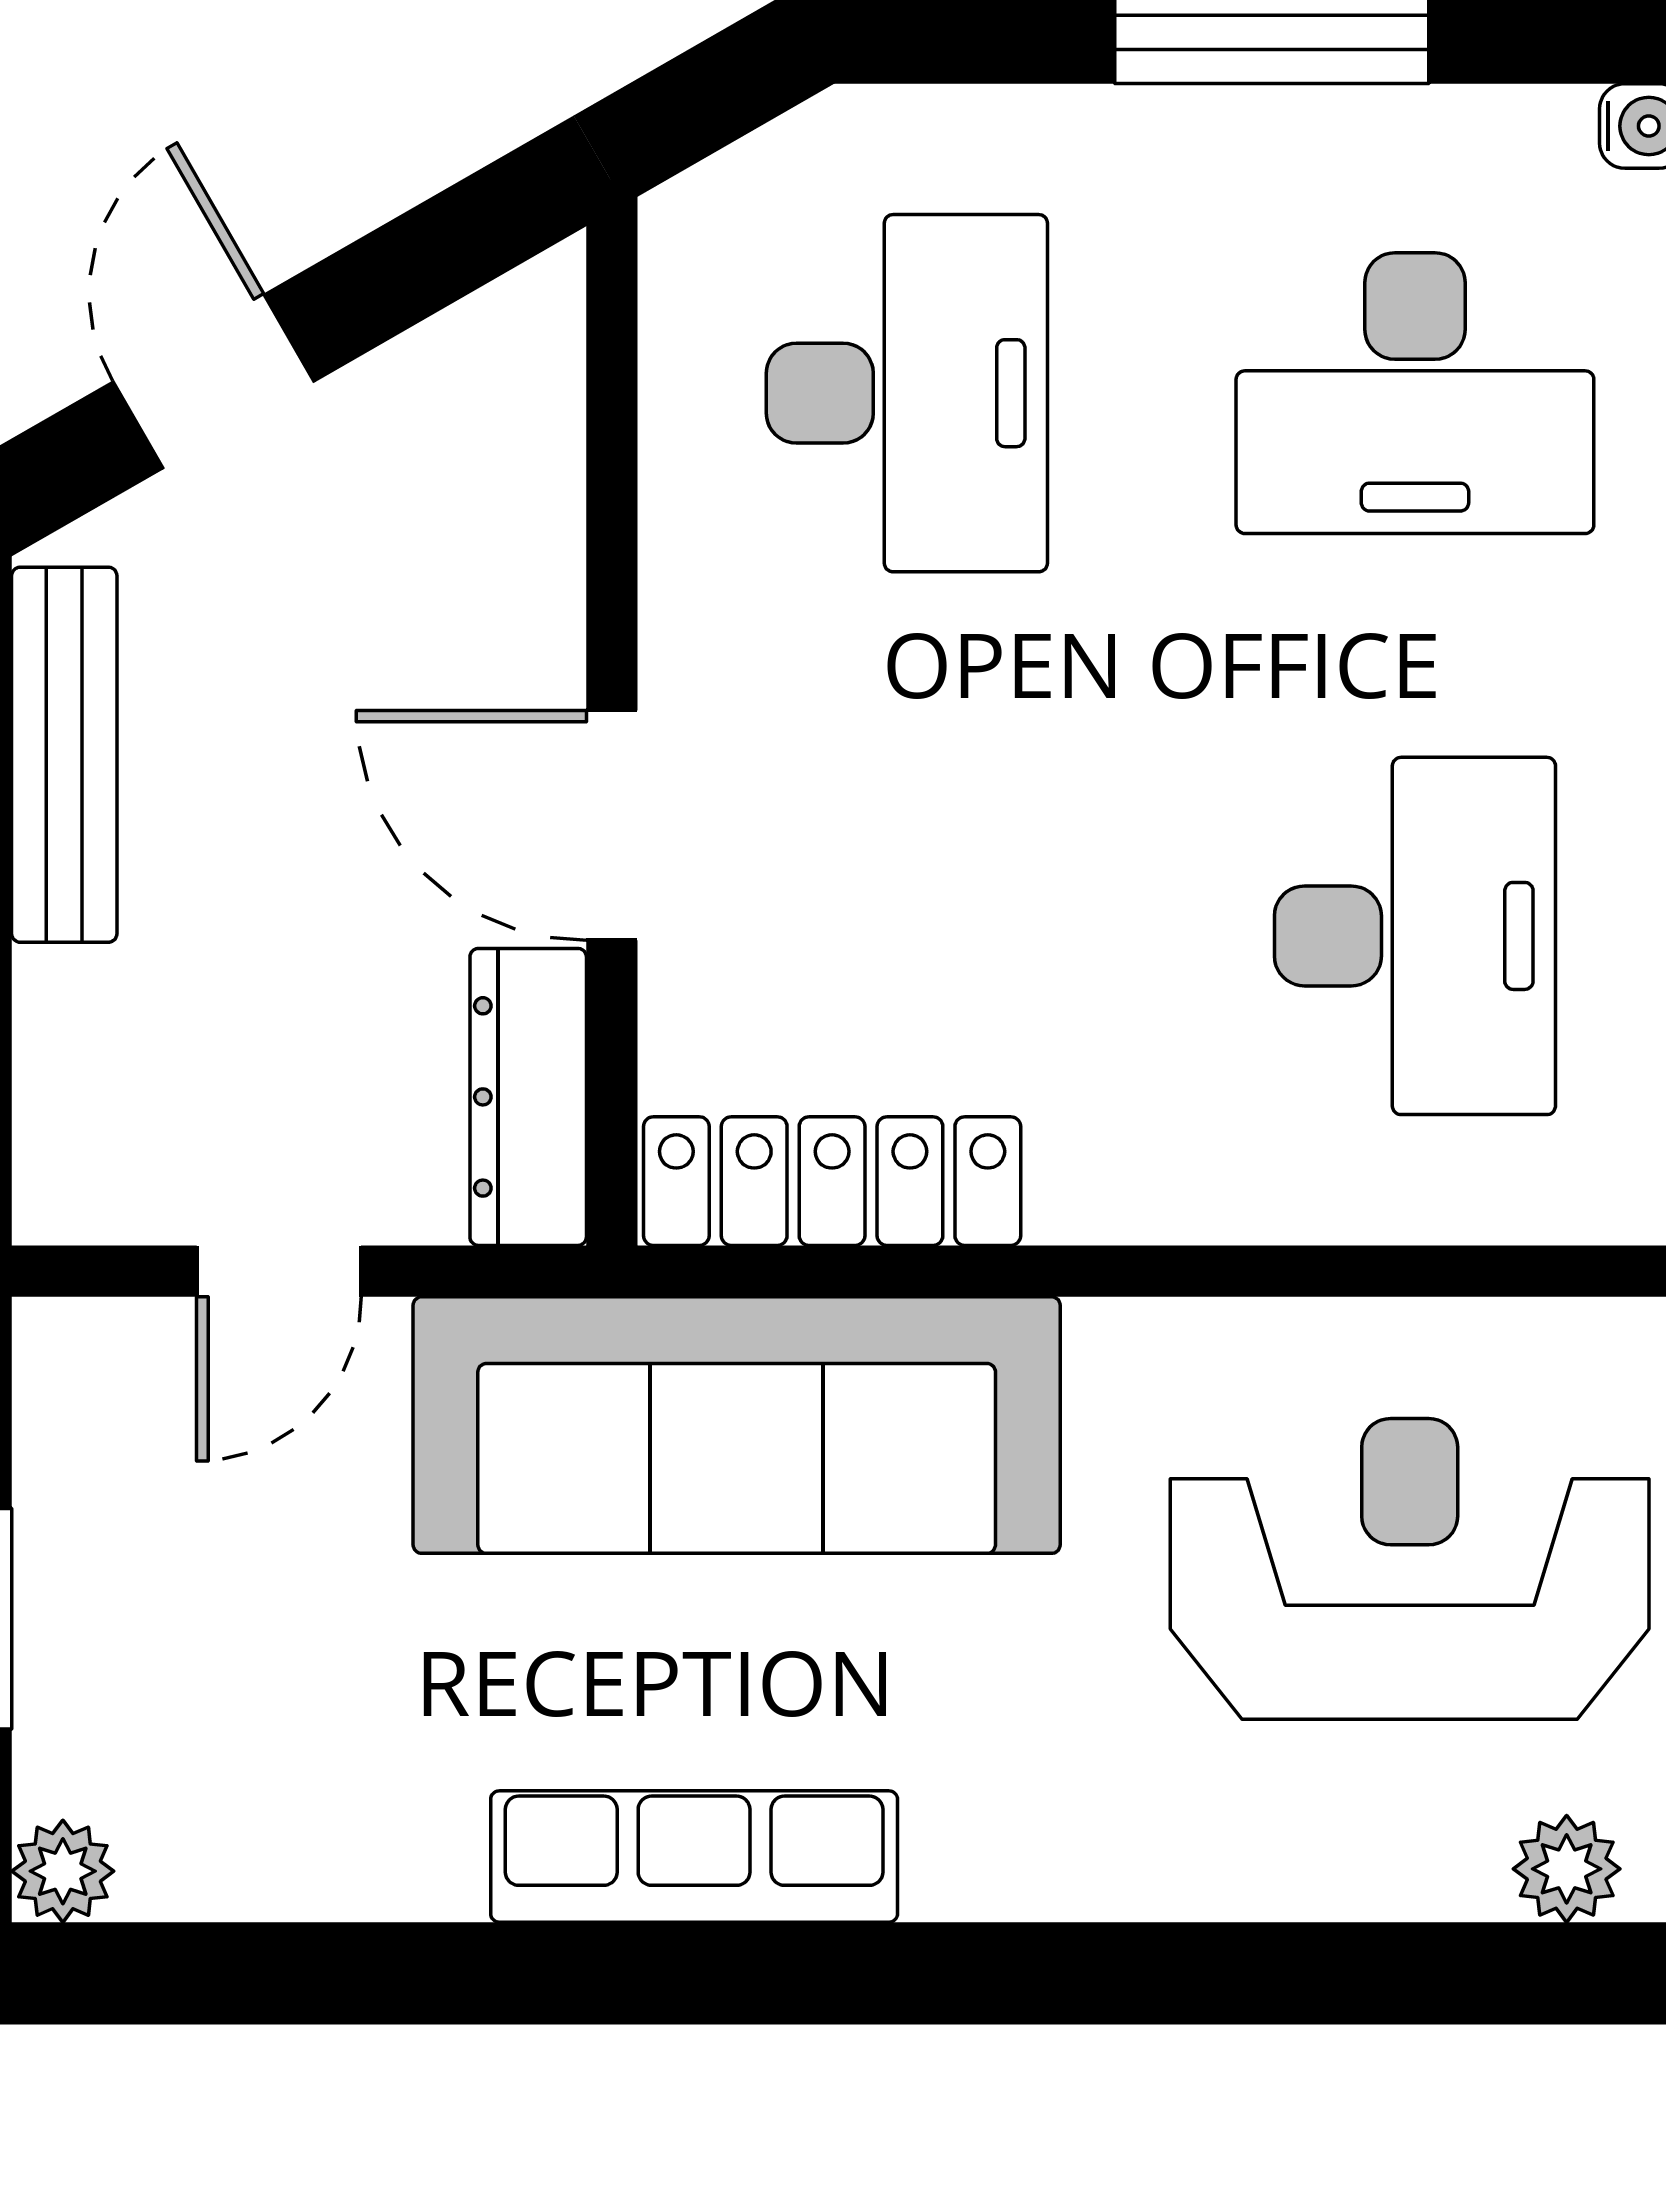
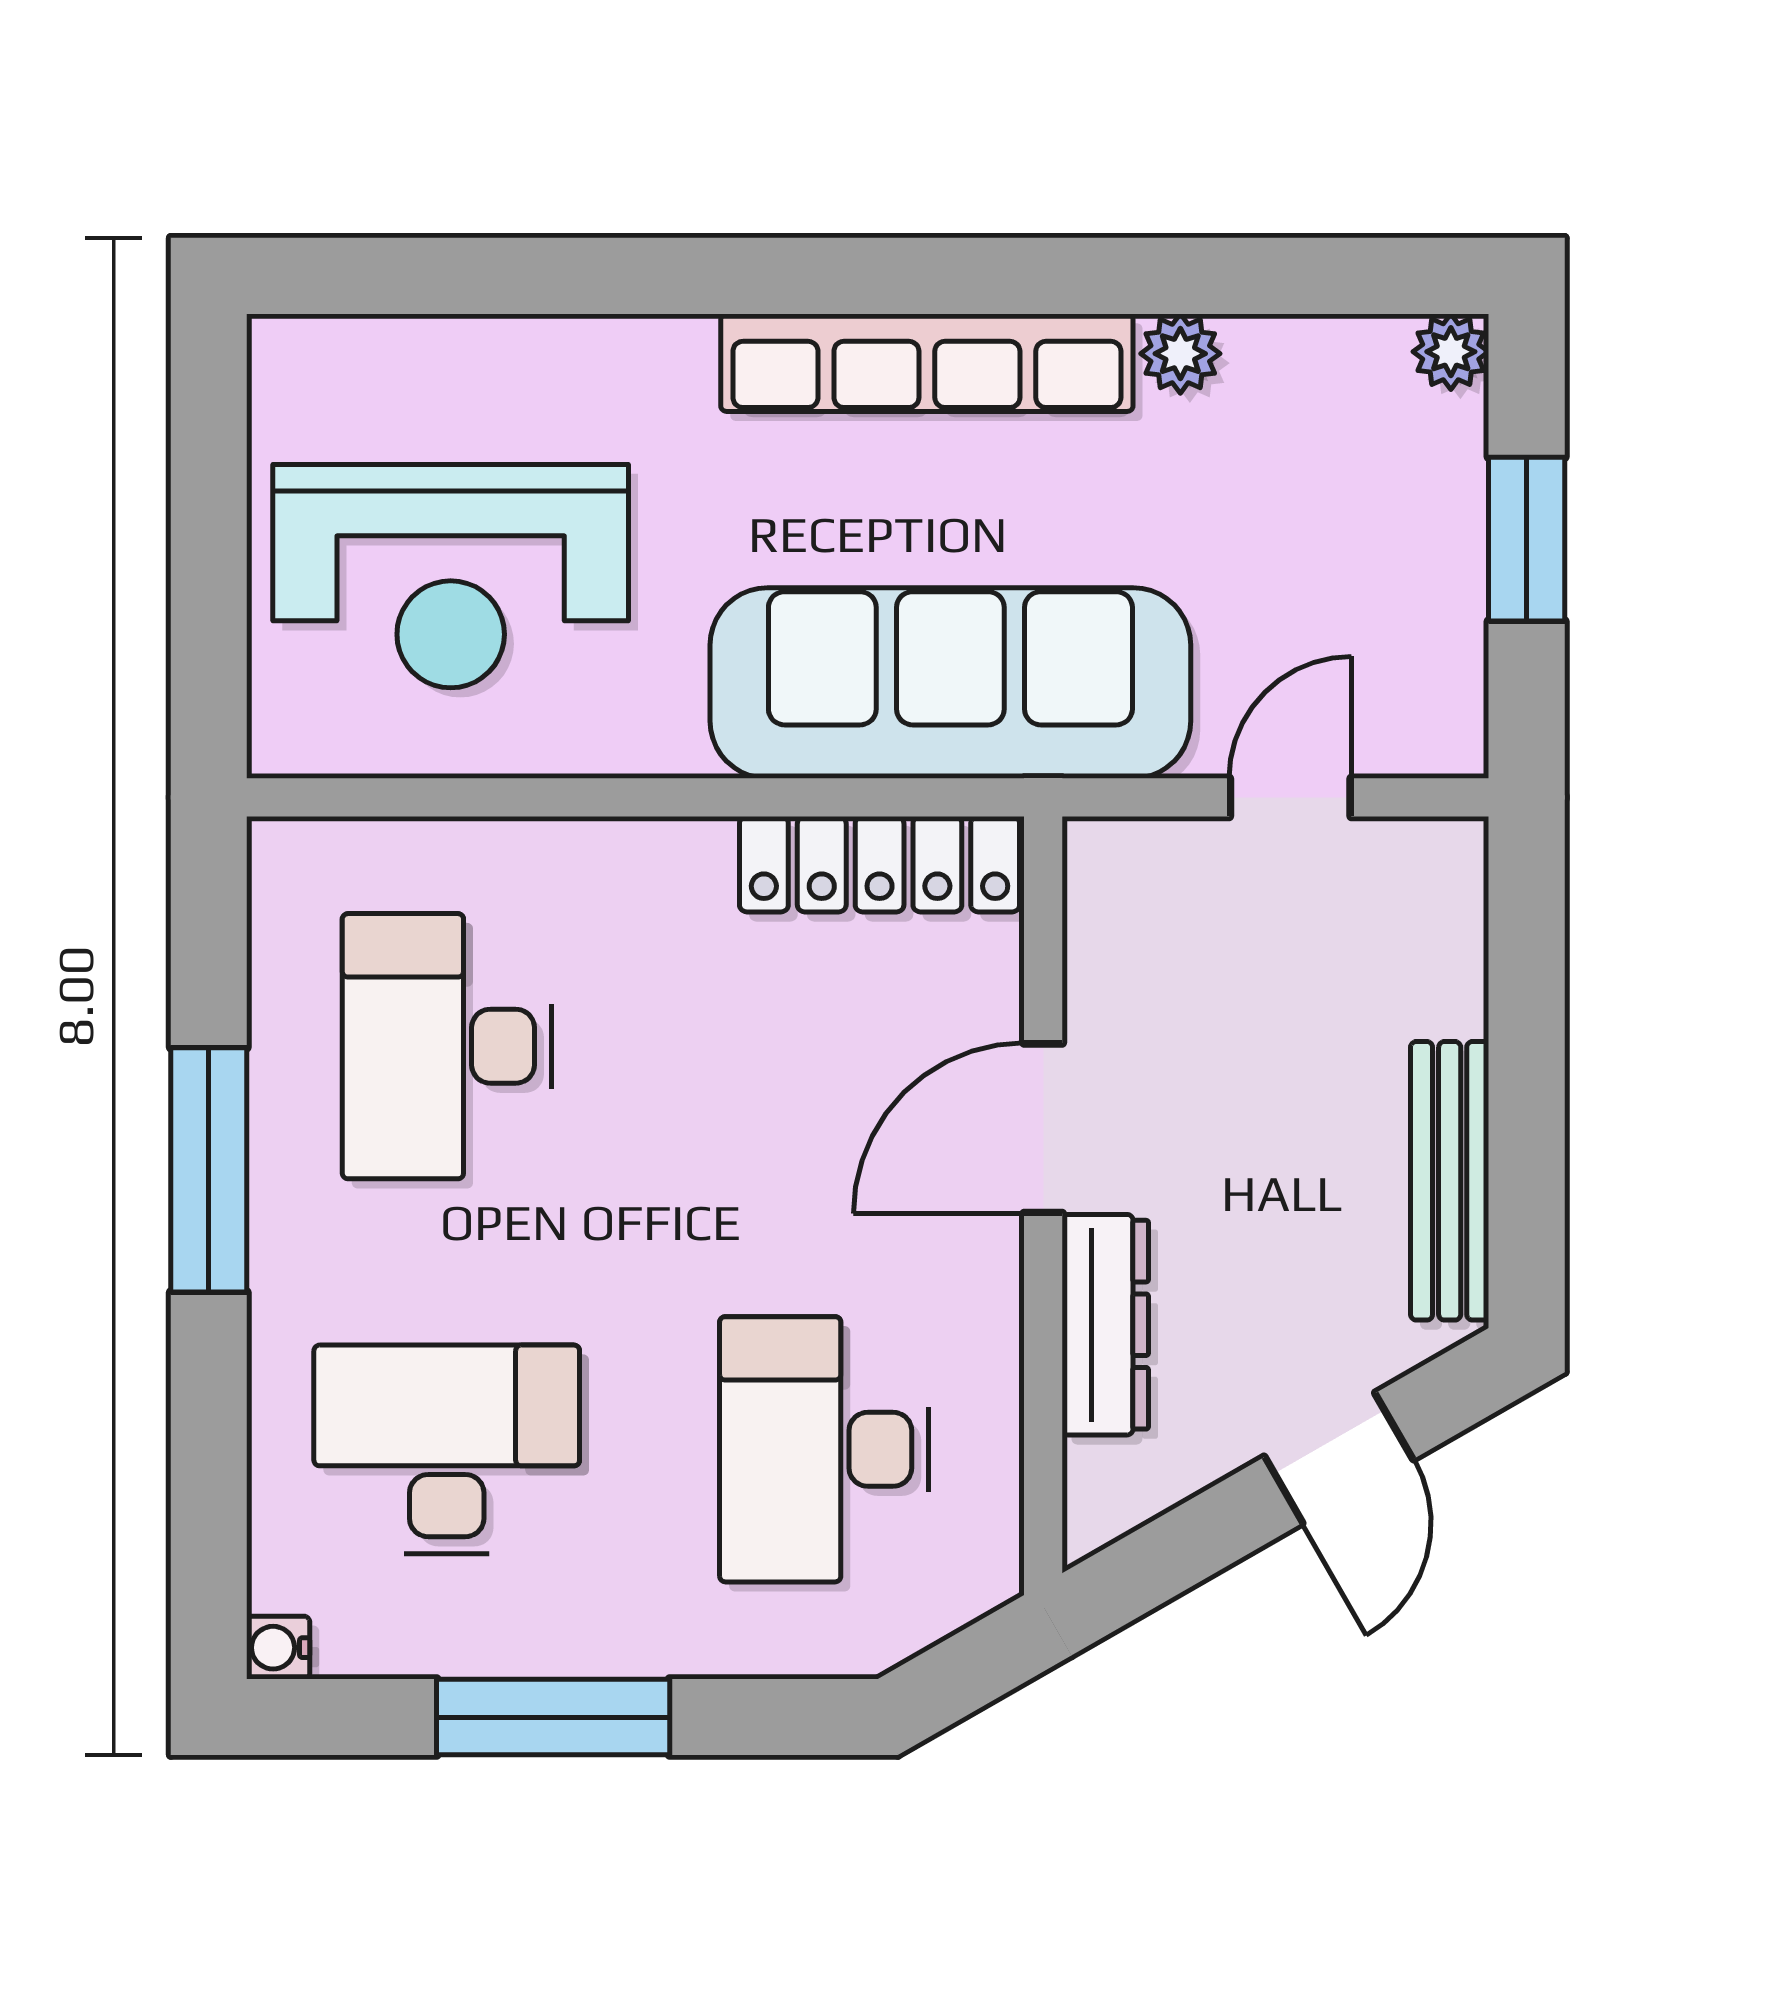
door: (612, 825) -> (1043, 1128), swing flipped
dresser: (528, 1097) -> (1105, 1325), moved
row of seats: (694, 1856) -> (927, 363), width x1.36
plant: (1567, 1869) -> (1180, 354), moved

